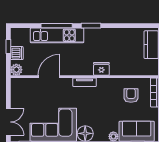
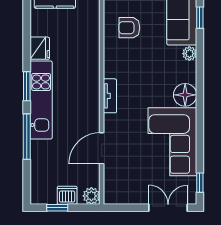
kitchen unit: (57, 35) -> (41, 100), moved
fridge: (101, 69) -> (40, 48), moved, turned 180
door: (49, 77) -> (102, 148), hinge flipped

